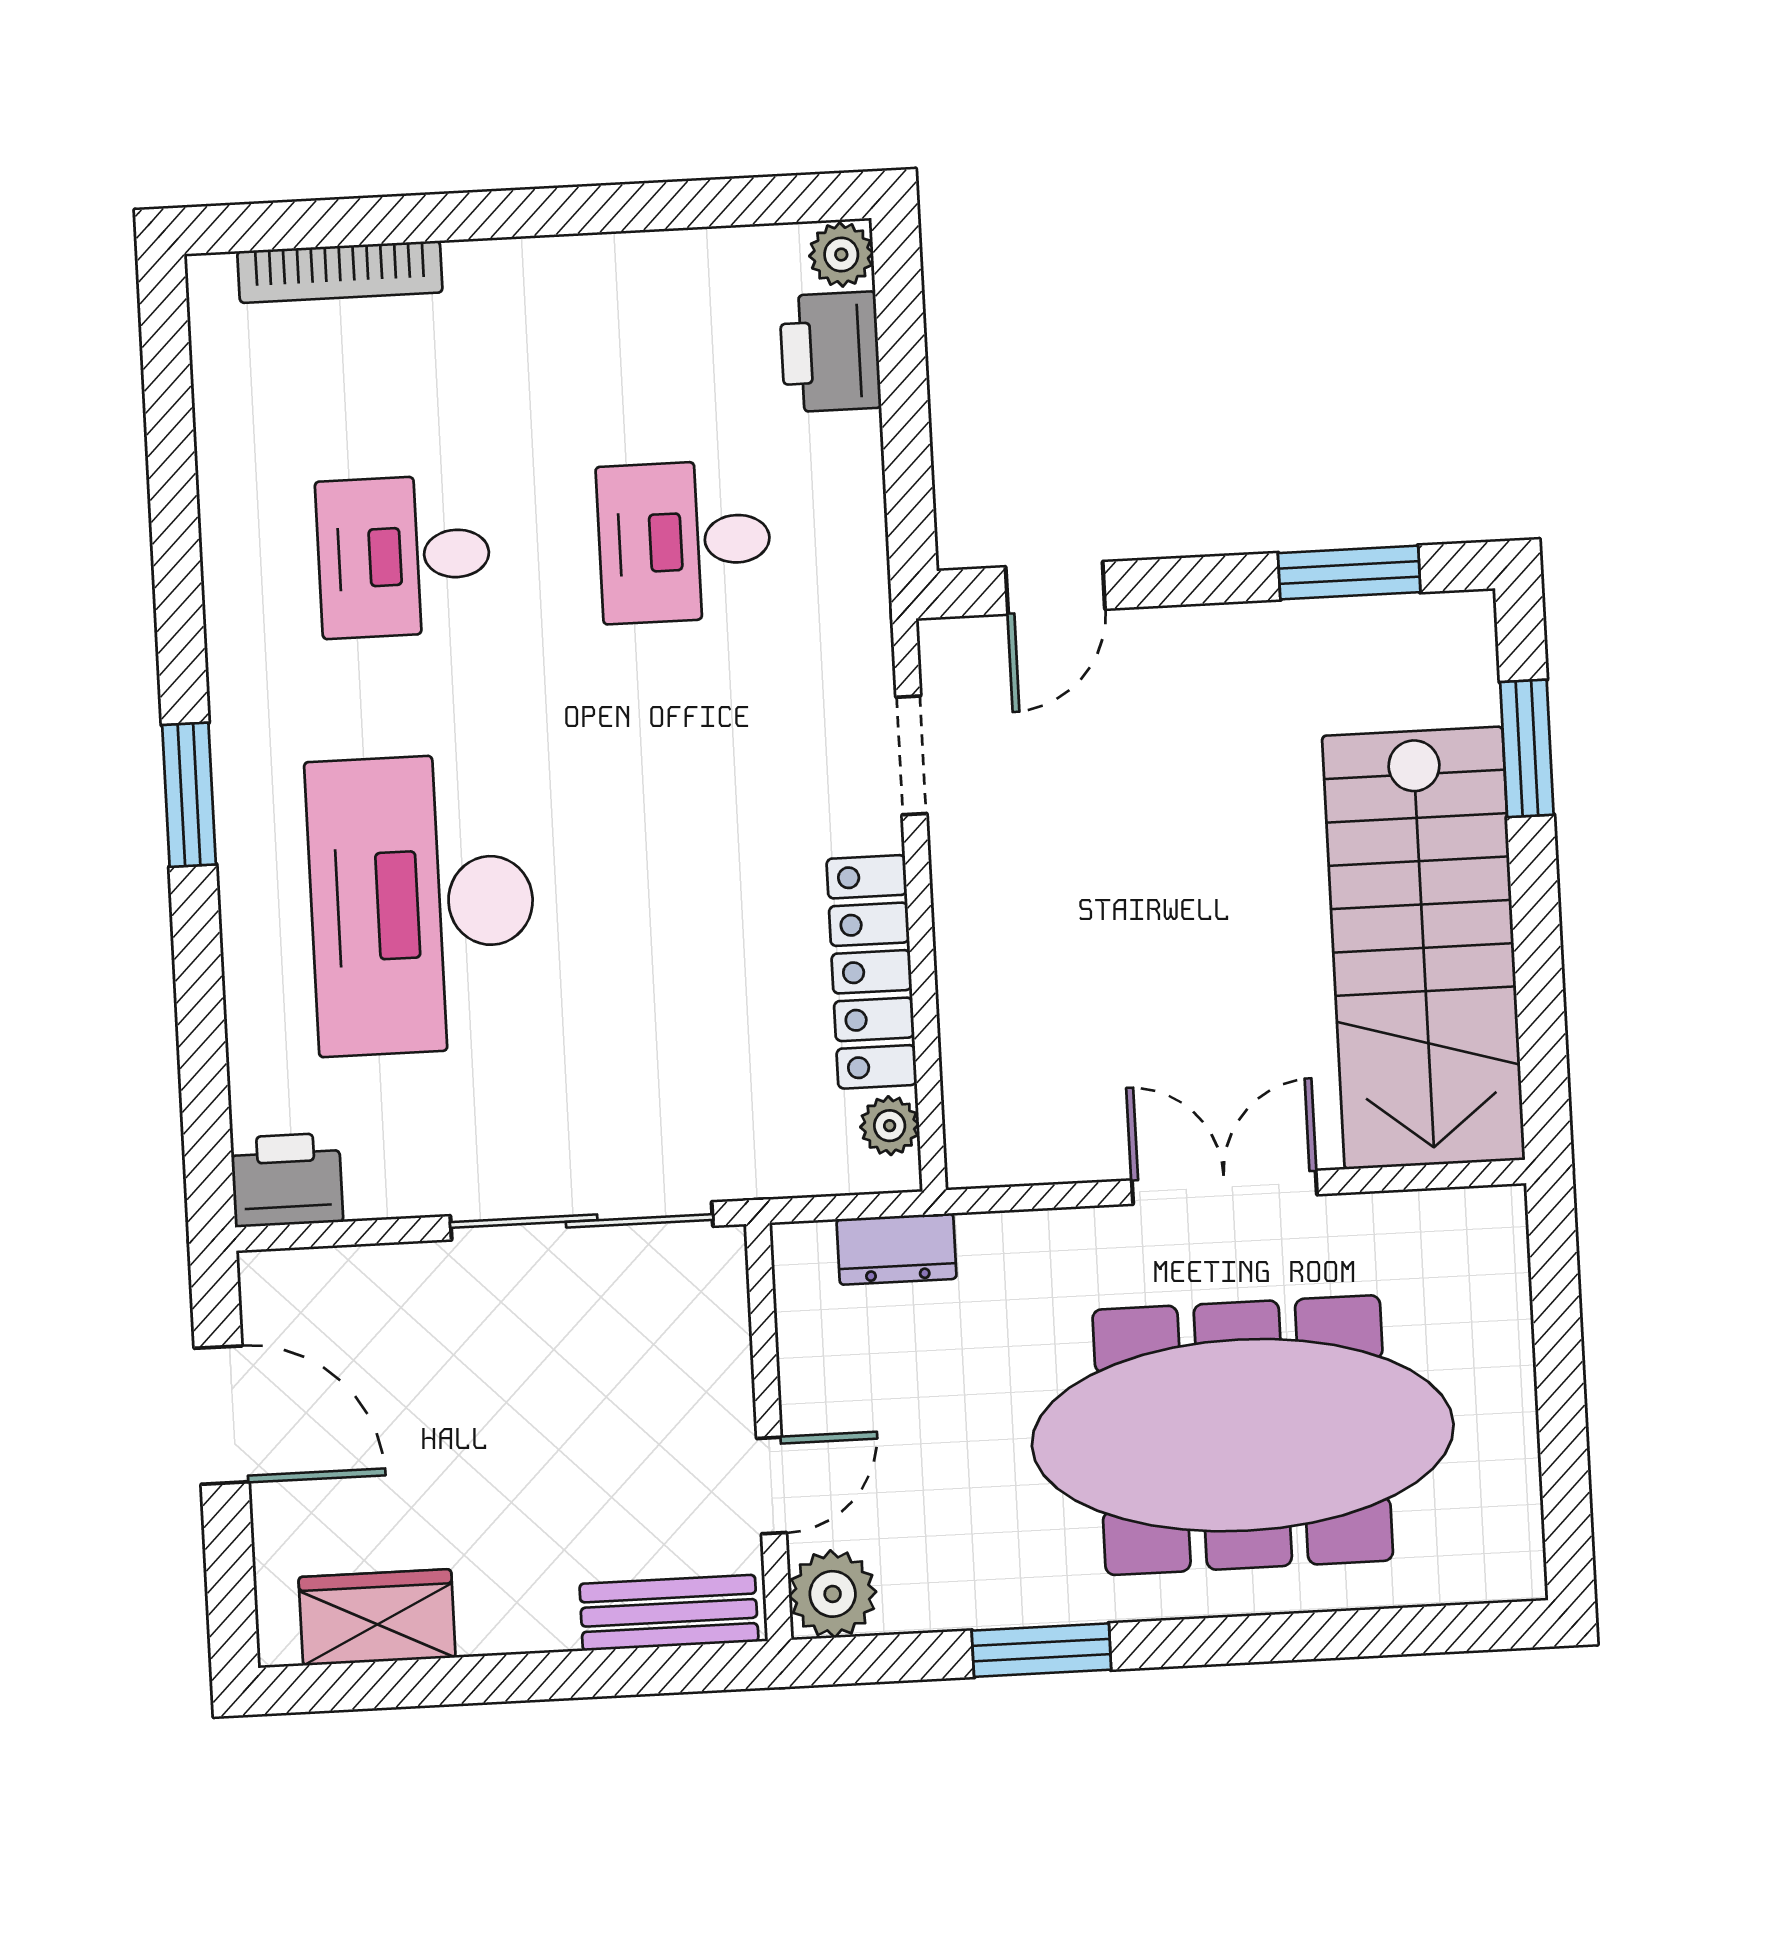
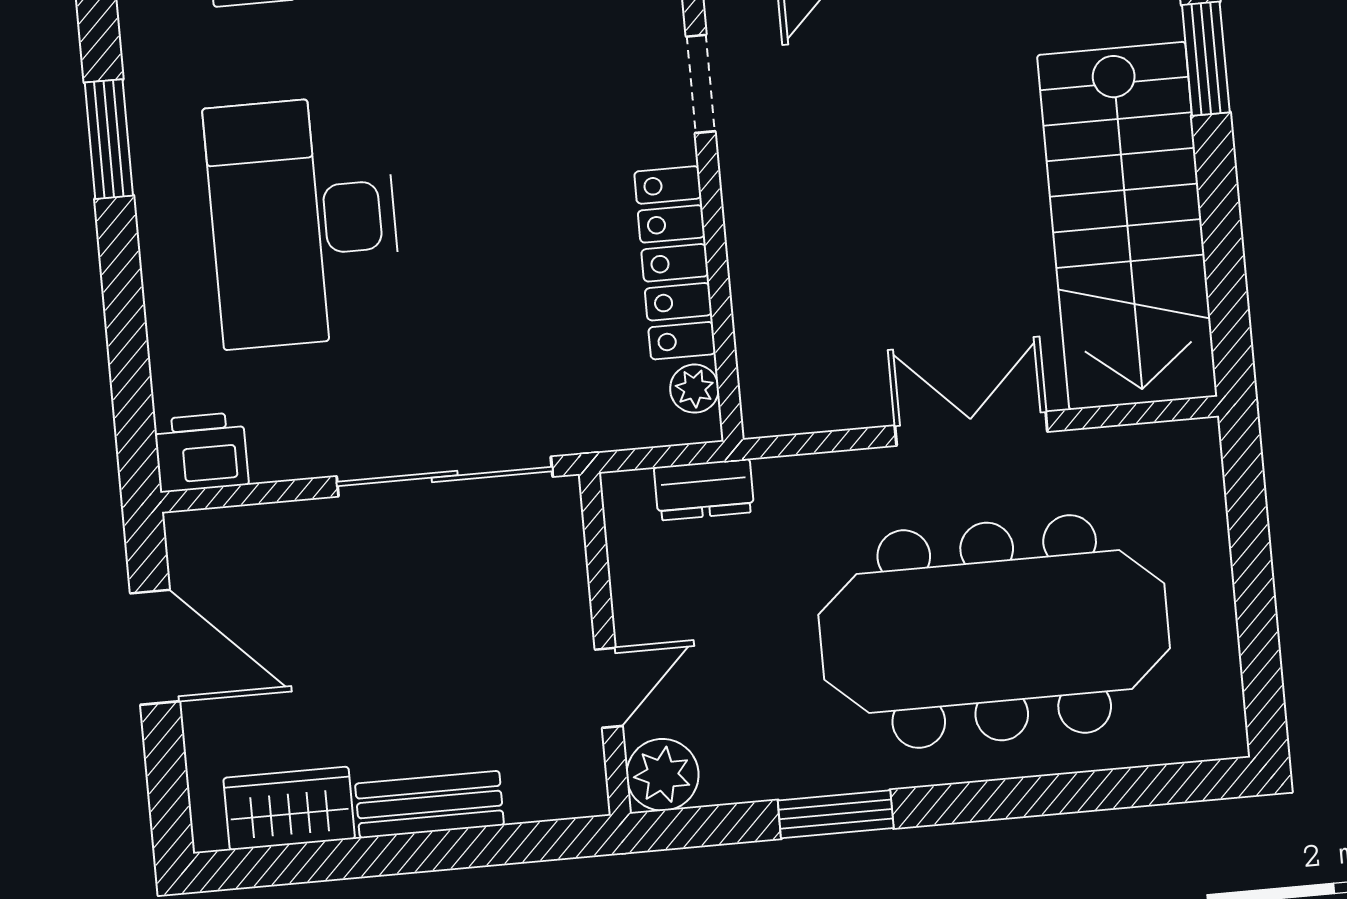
bench: (669, 1613) -> (430, 804), moved

